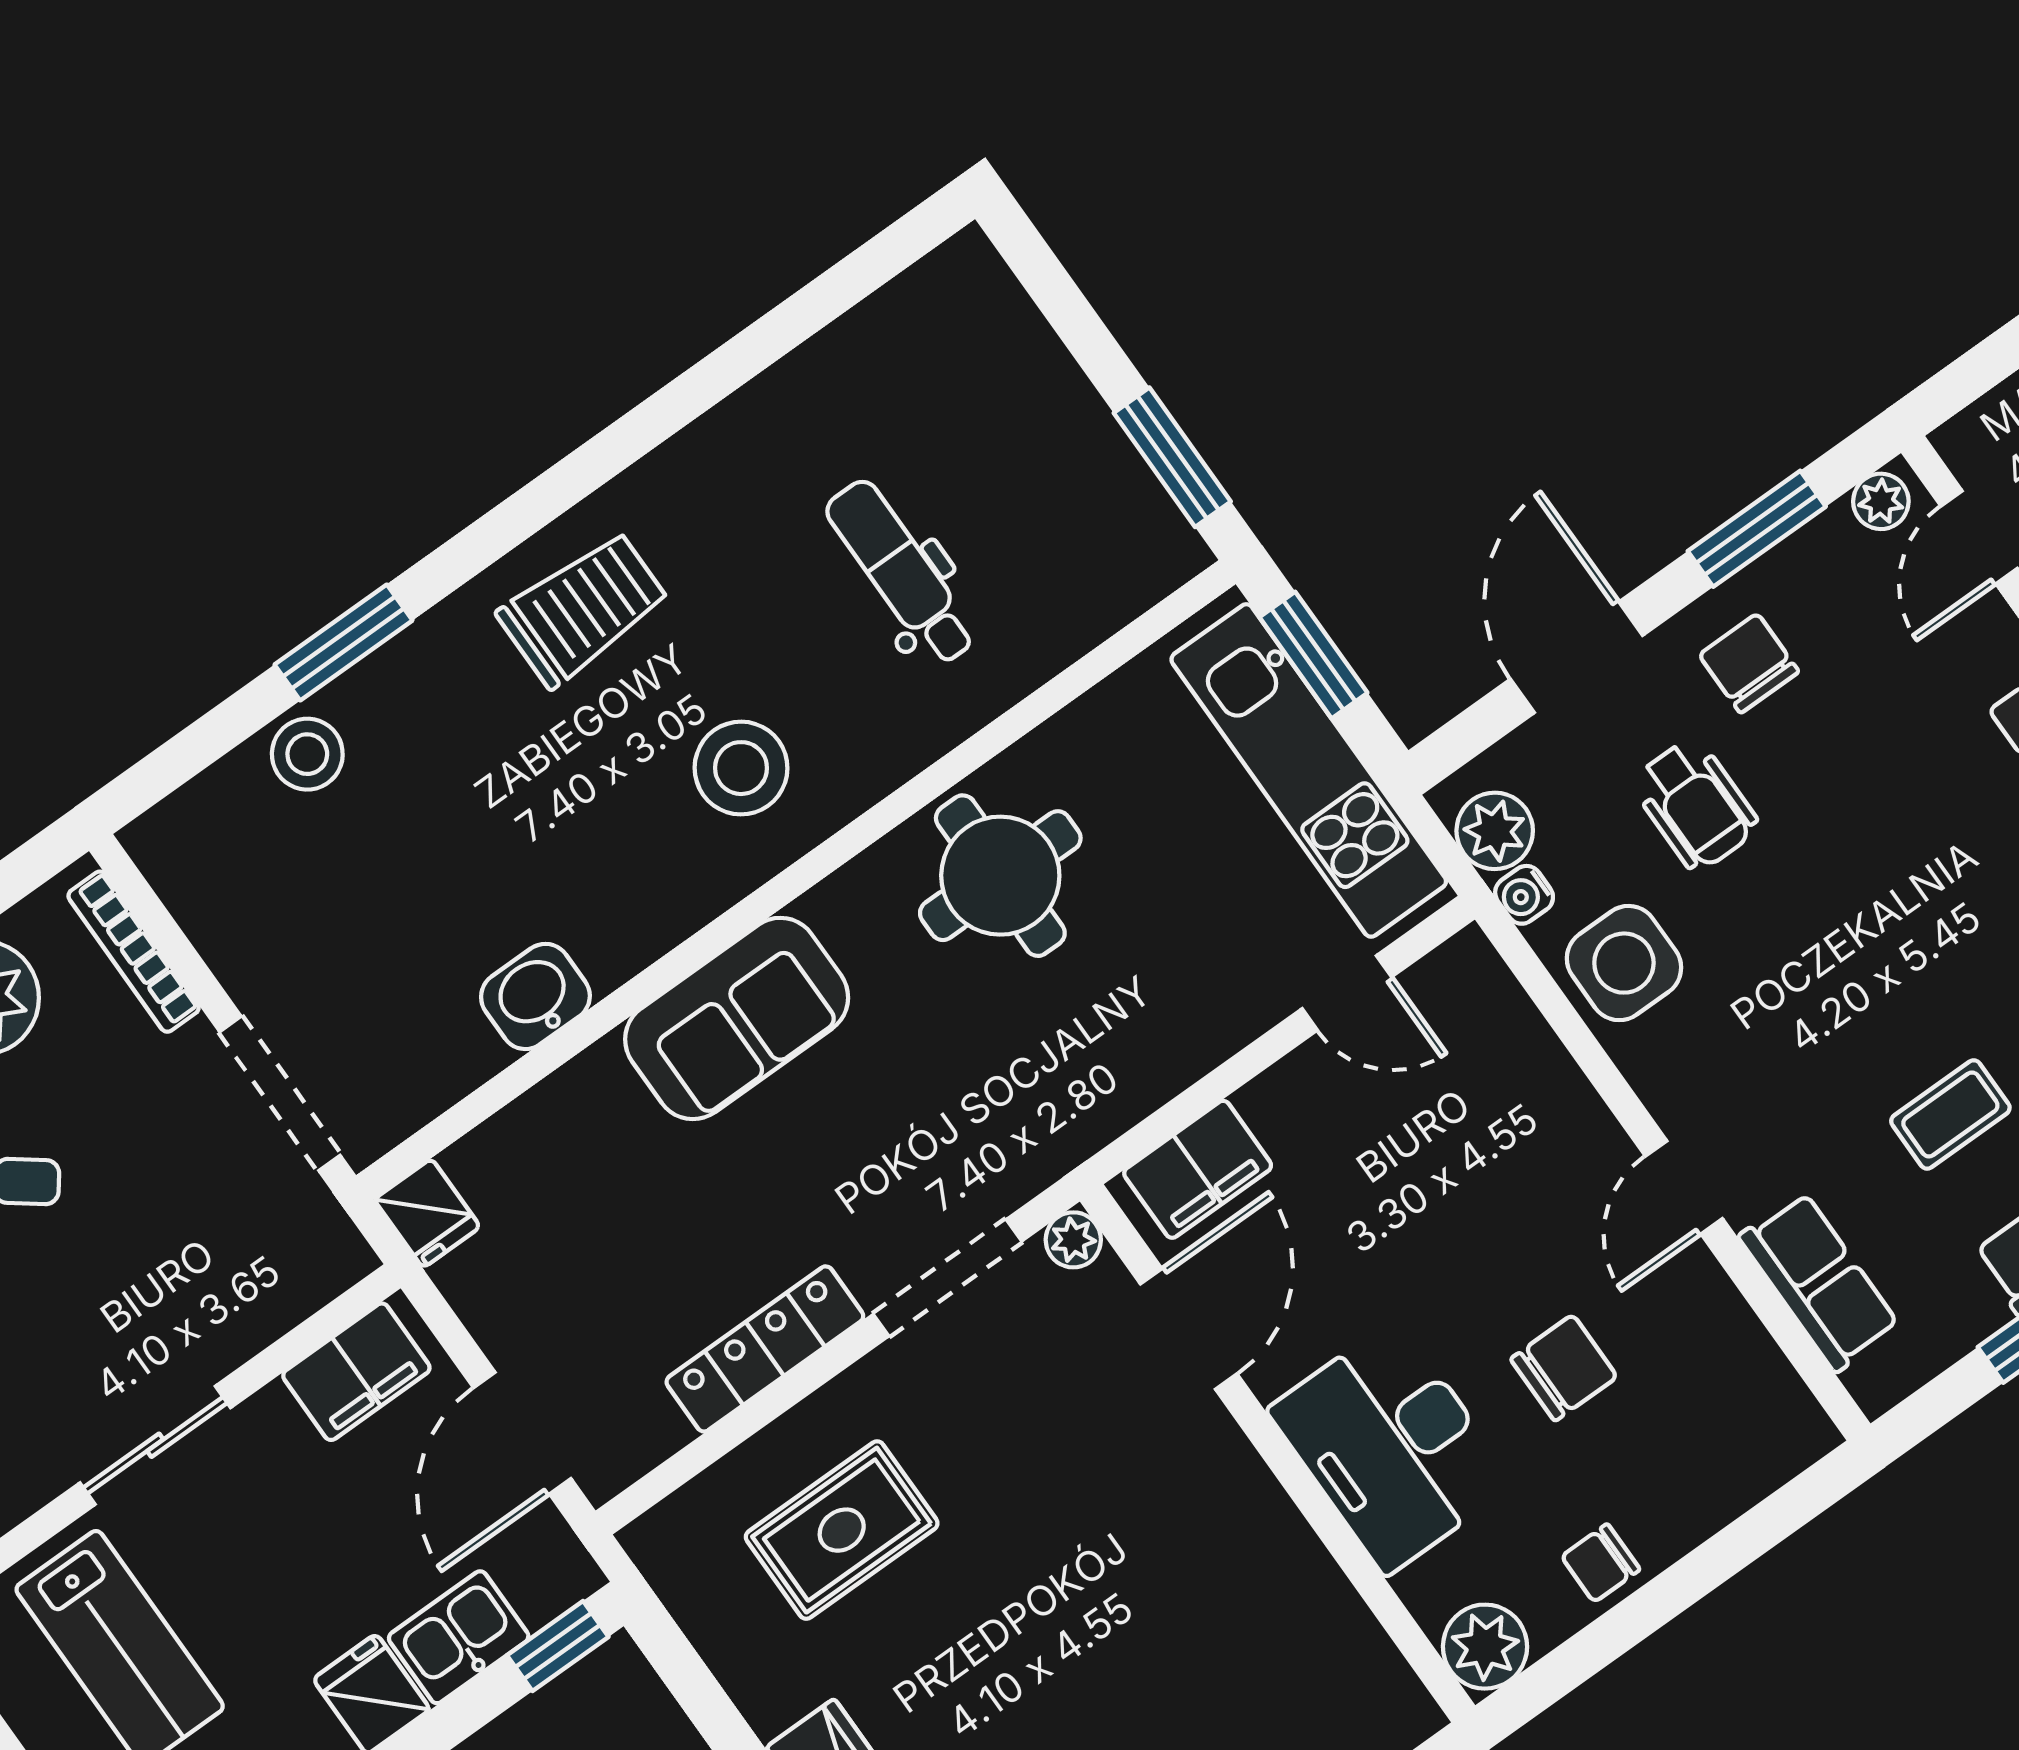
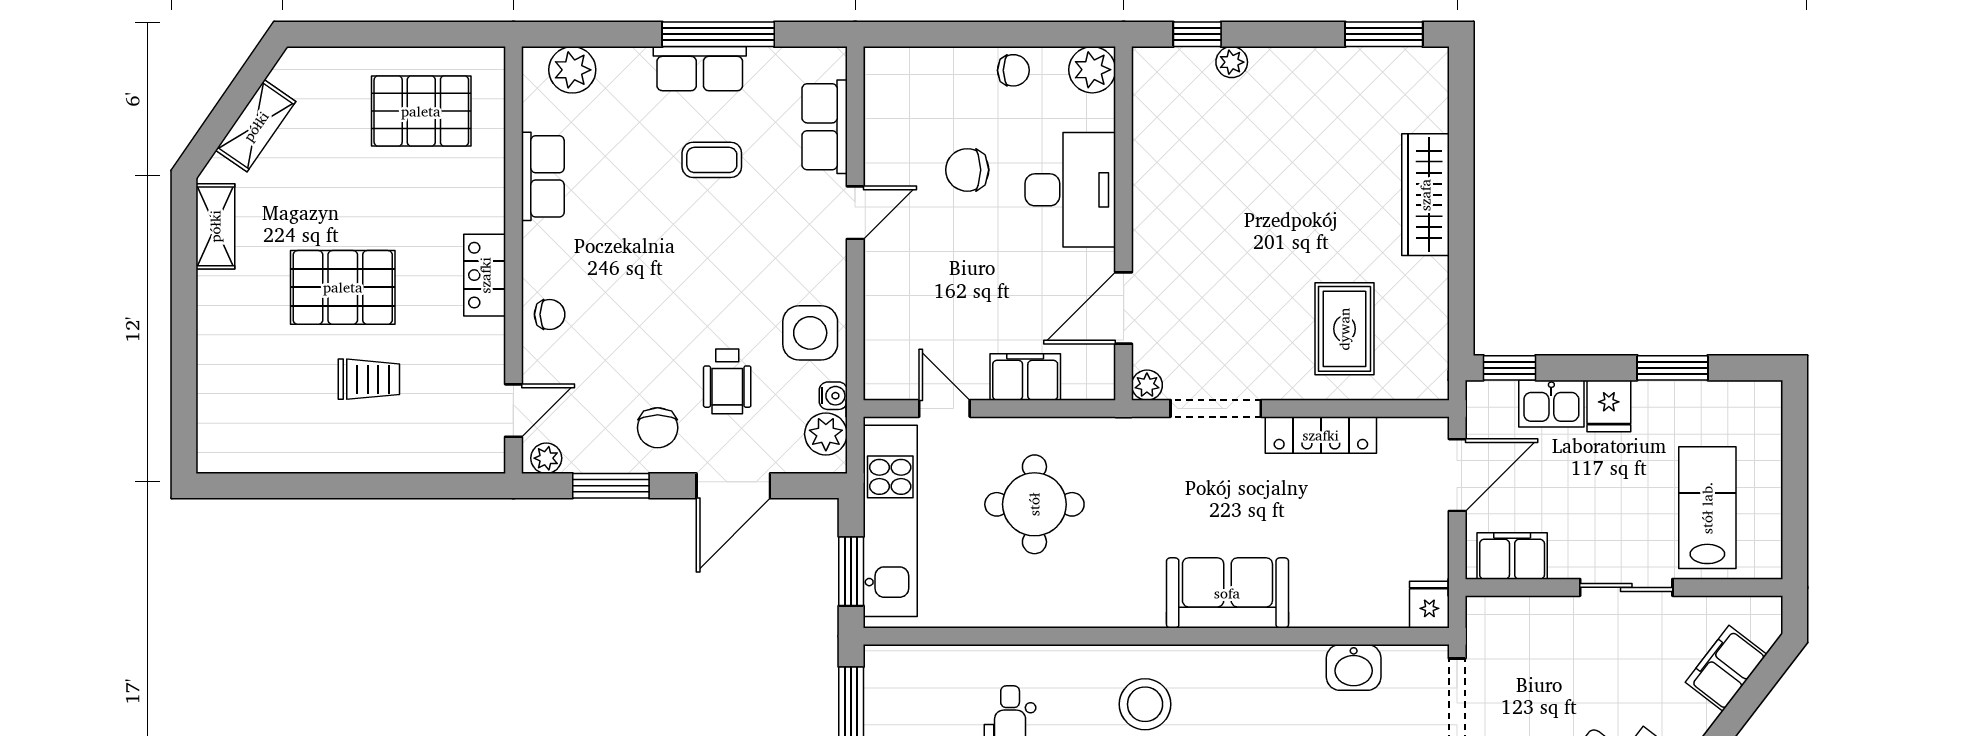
wheelchair: (1695, 805) -> (727, 381), turned 180
round table: (1000, 876) -> (1034, 504), moved
washbasin: (535, 996) -> (1354, 667), moved
filing cabinet: (1198, 1169) -> (1025, 377), moved
rug: (842, 1530) -> (1344, 329), turned 90

